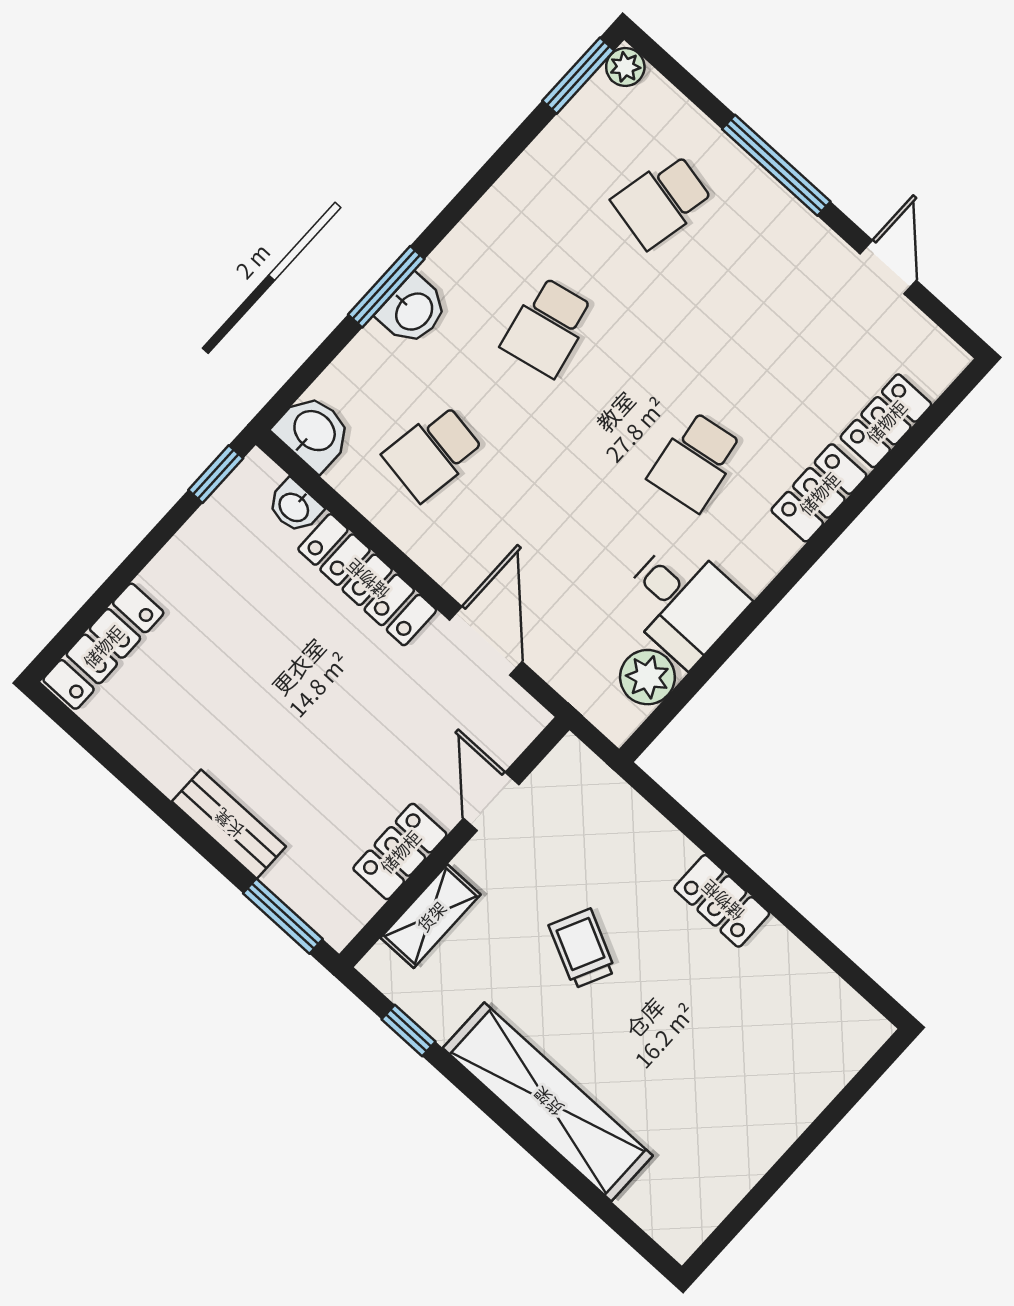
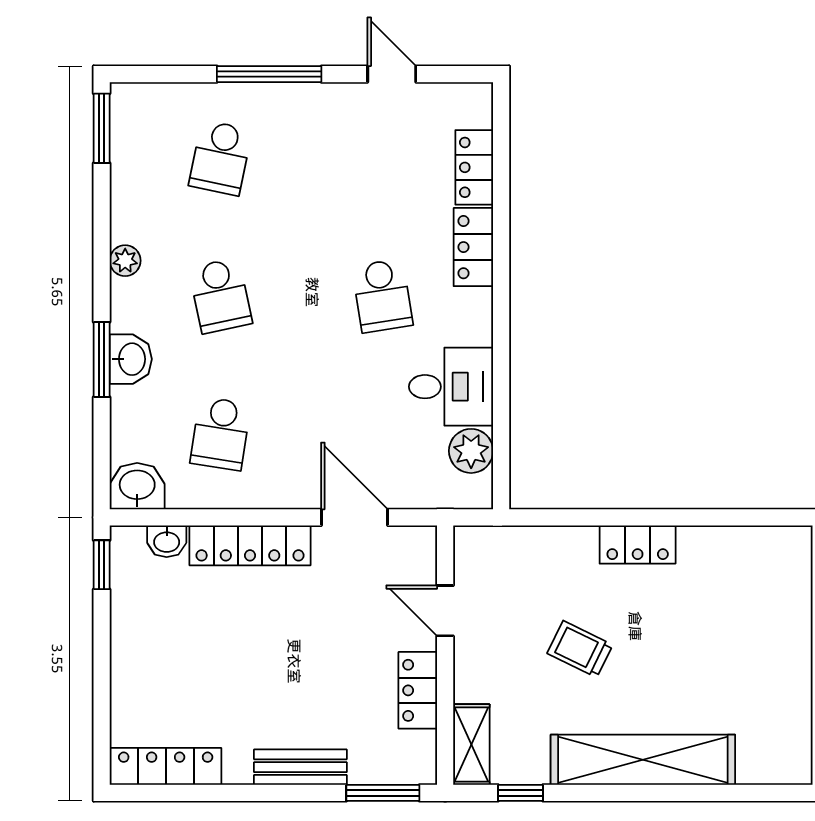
plant: (625, 67) -> (125, 261), moved
locker: (103, 646) -> (166, 766), moved, turned -90
shelving: (431, 916) -> (471, 745), moved

